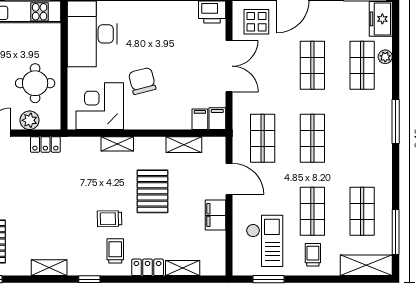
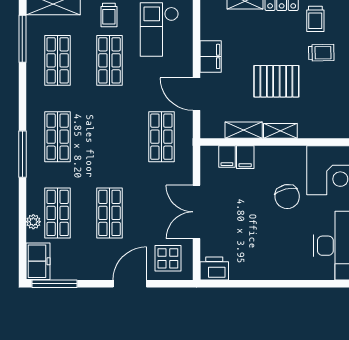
filing cabinet: (217, 119) -> (245, 157), moved
shop shelf: (312, 138) -> (58, 137), moved
shelving: (117, 144) -> (280, 131), moved
pallet: (153, 191) -> (276, 81), turned 90

